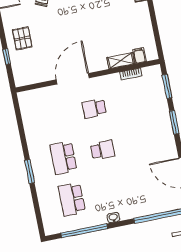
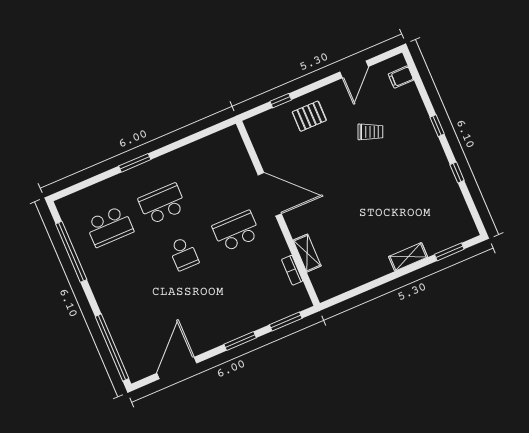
filing cabinet: (139, 55) -> (319, 276), removed
school desk: (94, 108) -> (236, 231), width x1.85
school desk: (72, 199) -> (110, 226), turned 180
washbasin: (113, 218) -> (97, 287), removed

